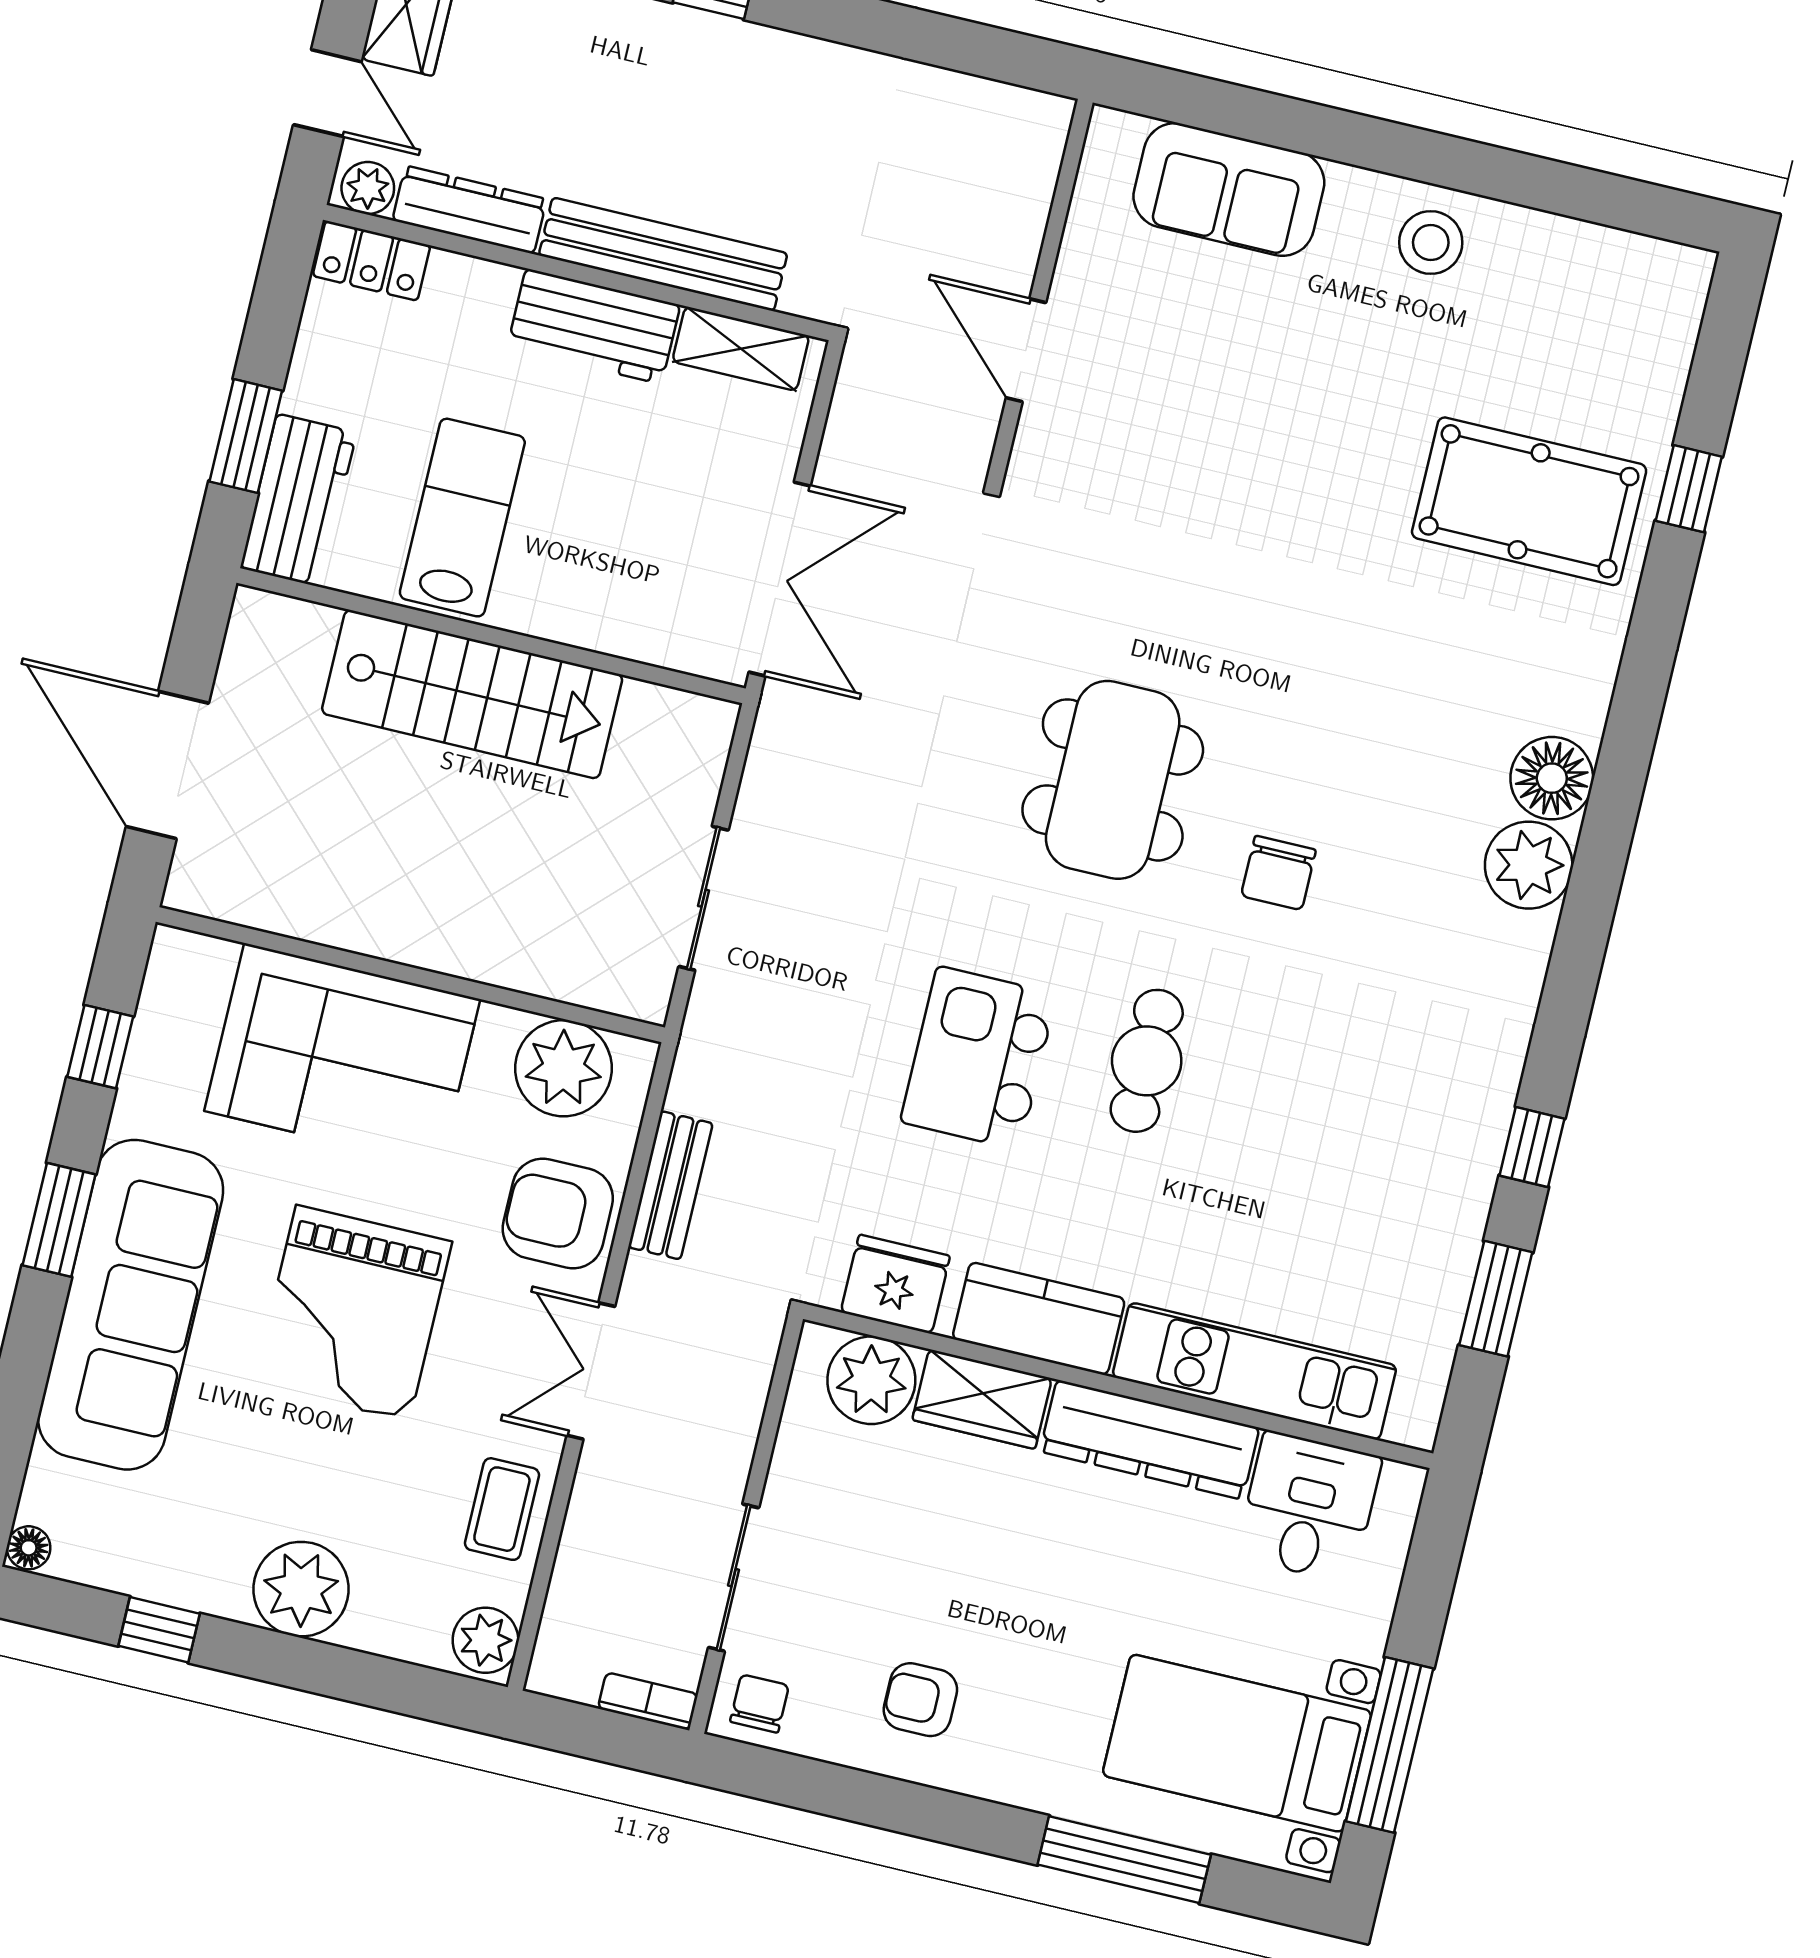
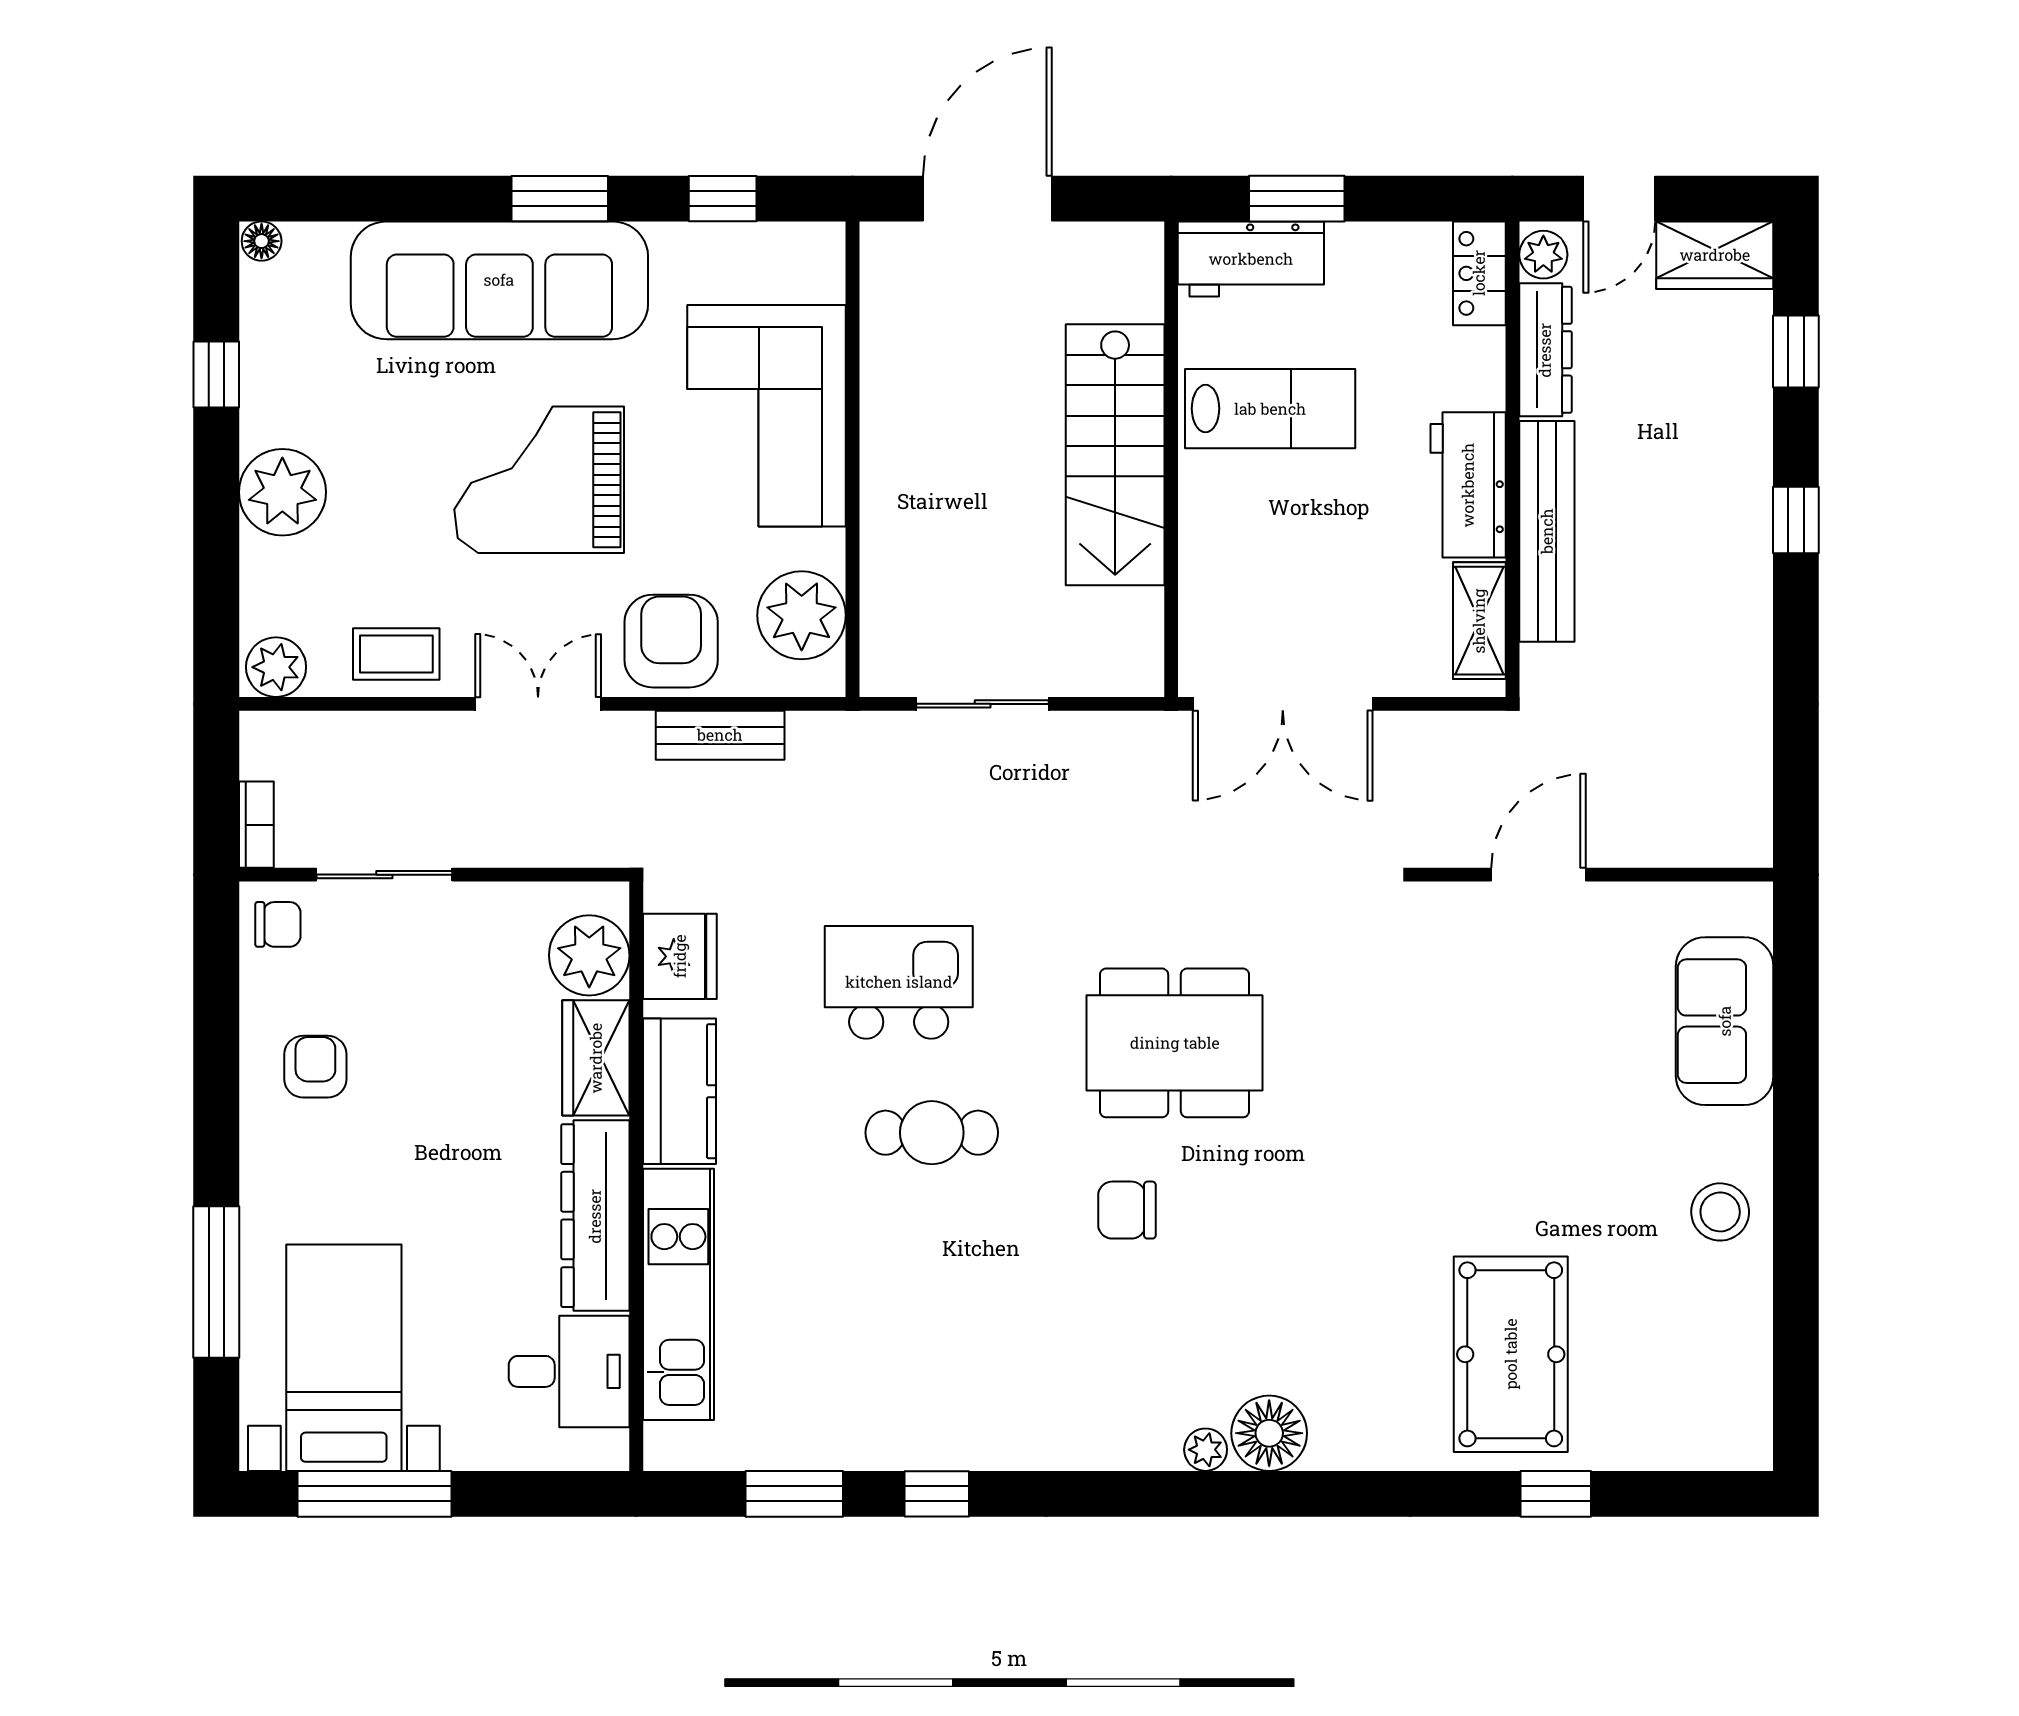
plant: (1529, 865) -> (1206, 1450), width x0.53, depth x0.53

